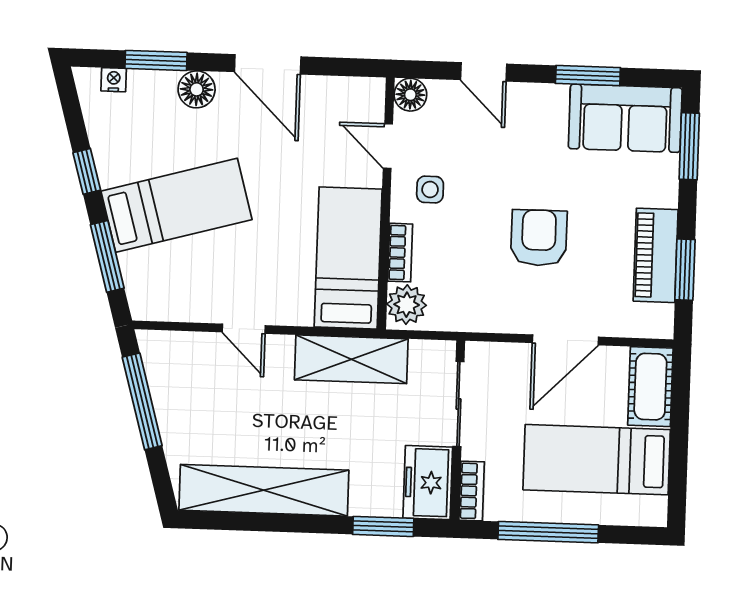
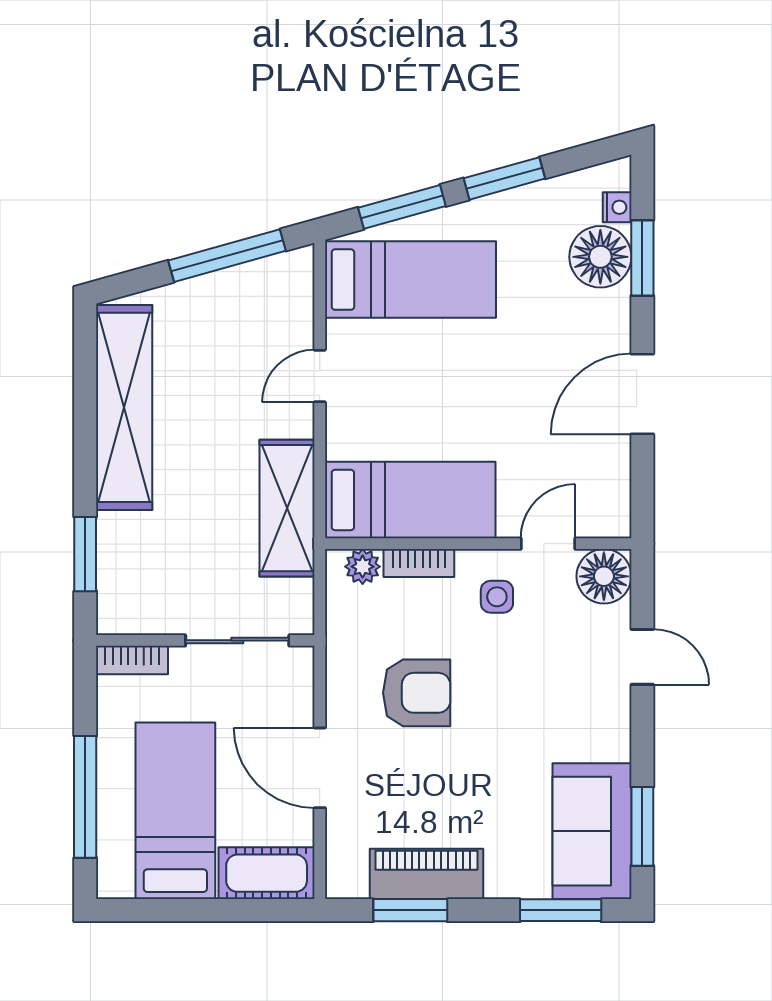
door: (484, 72) -> (642, 657), swing flipped
window: (588, 76) -> (642, 826), moved
floor lamp: (197, 89) -> (600, 257), moved, width x1.38, depth x1.38
floor lamp: (410, 95) -> (604, 576), width x1.38, depth x1.38
window: (87, 171) -> (504, 178), width x1.50
bed: (176, 205) -> (410, 280), moved, turned -74
armchair: (539, 238) -> (417, 693), moved
plant: (407, 305) -> (363, 567), width x0.73, depth x0.73
freezer: (428, 483) -> (140, 606), removed
window: (548, 532) -> (85, 797), moved

